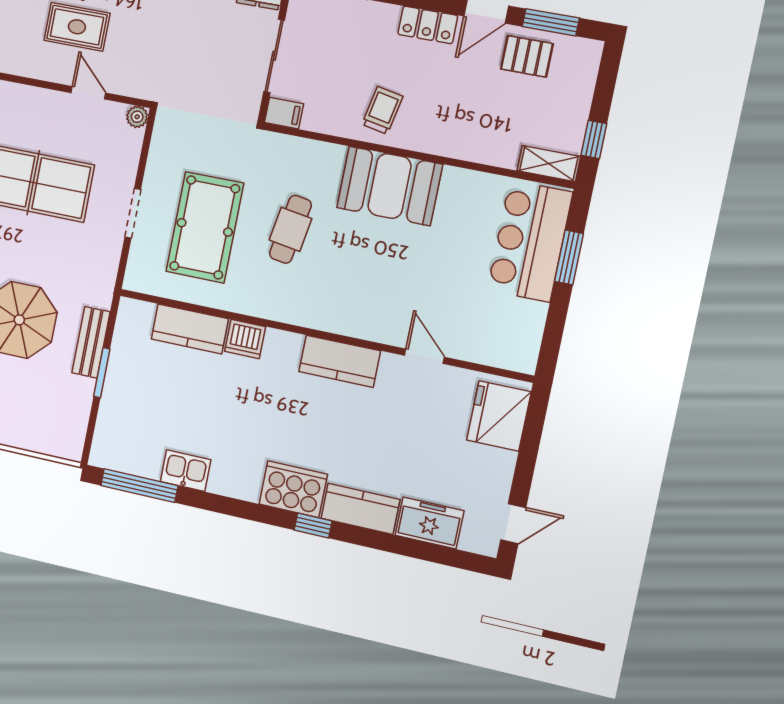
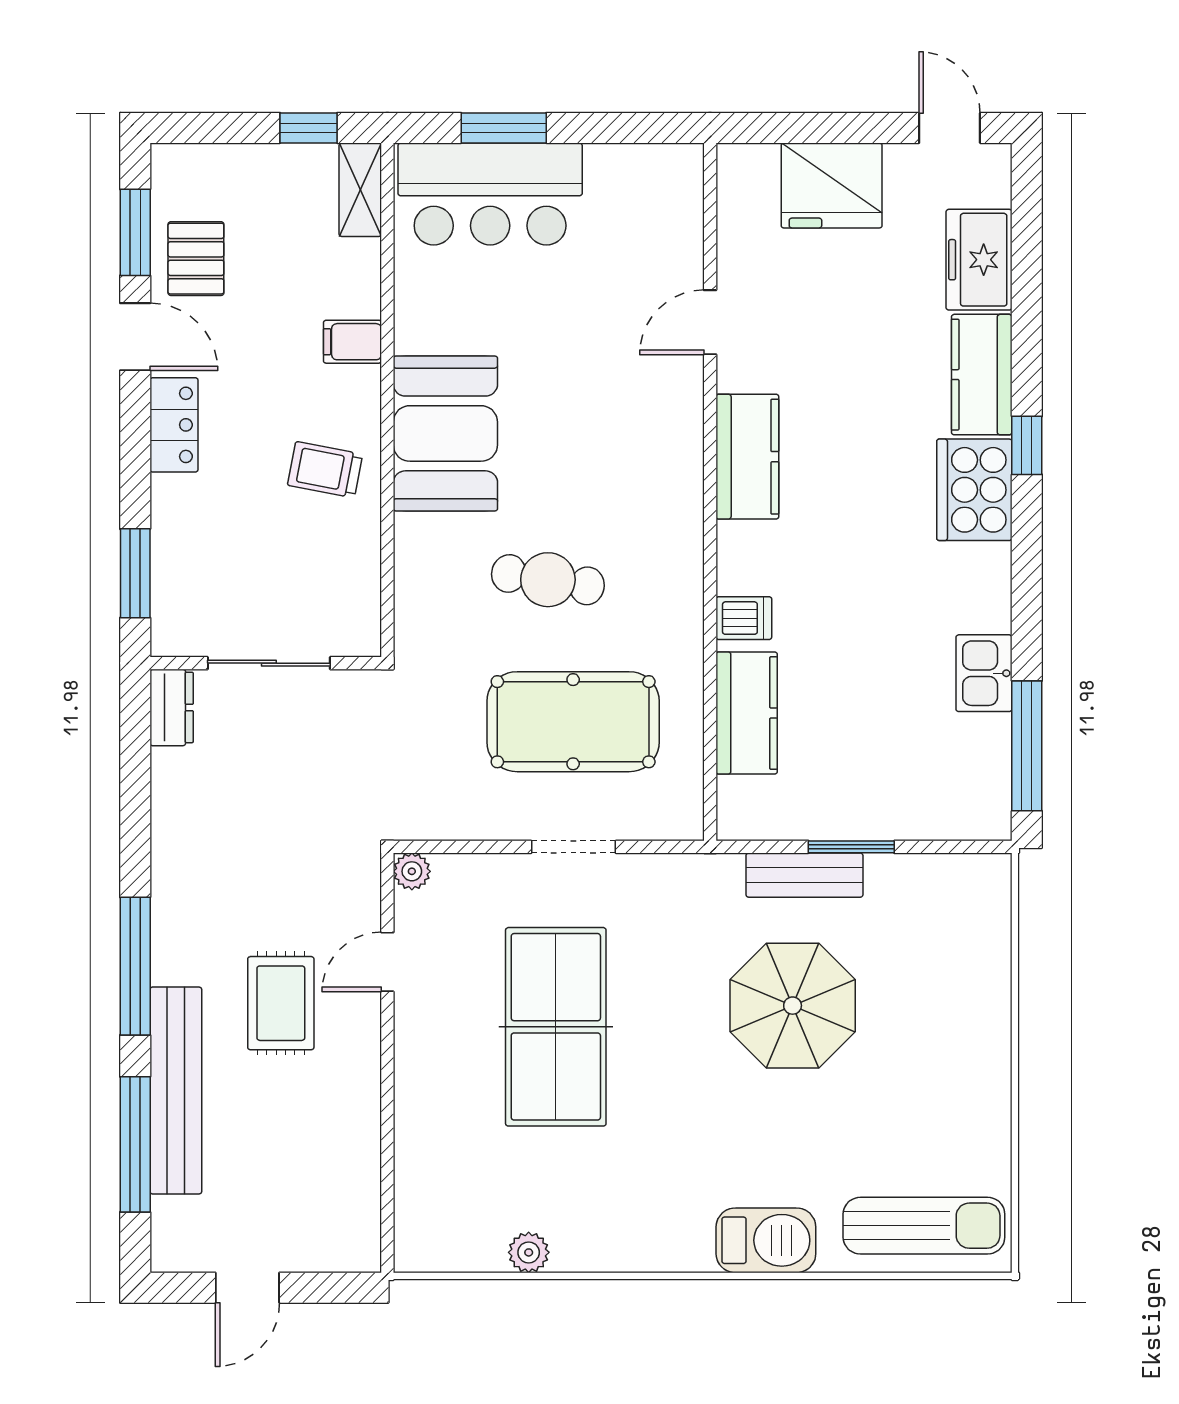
filing cabinet: (284, 113) -> (352, 342), moved, turned -90
dishwasher: (245, 339) -> (744, 618), width x0.73
fridge: (499, 416) -> (832, 185), moved

